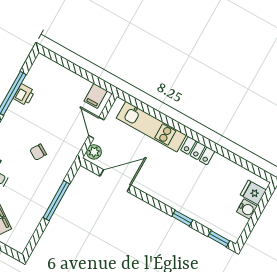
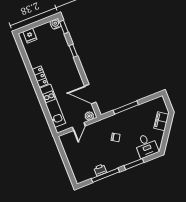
filing cabinet: (96, 96) -> (67, 142), removed
water cooler: (247, 209) -> (55, 24), moved

